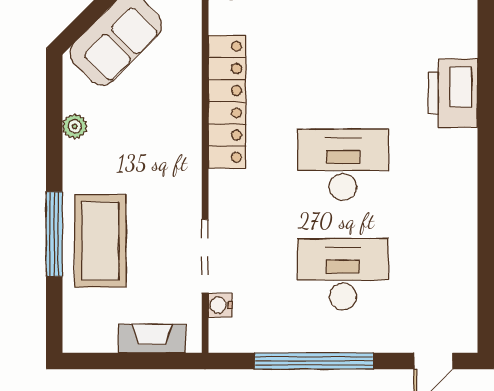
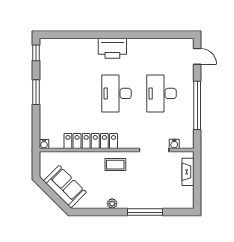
printer: (453, 93) -> (112, 48), moved
plant: (75, 126) -> (112, 204), moved
coffee table: (100, 241) -> (115, 165), moved, width x0.54, depth x0.58

